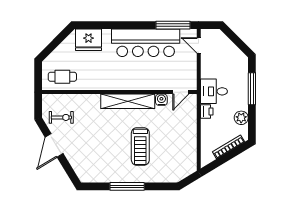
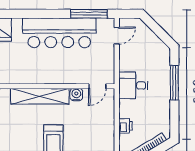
door: (199, 45) -> (117, 36), swing flipped
printer: (207, 112) -> (125, 126), moved
plant: (241, 118) -> (163, 114), removed

